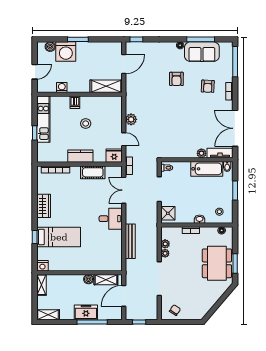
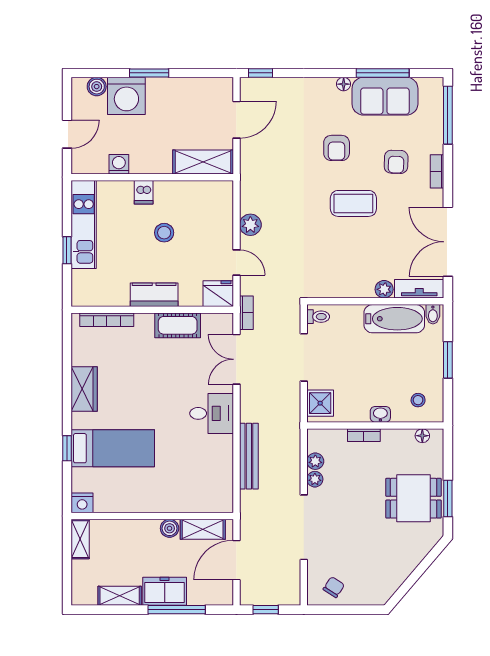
coffee table: (185, 108) -> (353, 203), added
dining table: (217, 263) -> (413, 498), width x0.73
shelving: (48, 315) -> (120, 596), moved

